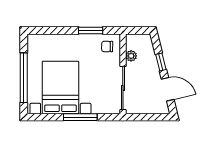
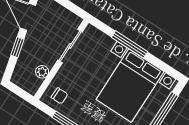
sliding door: (123, 88) -> (70, 46), width x0.73

